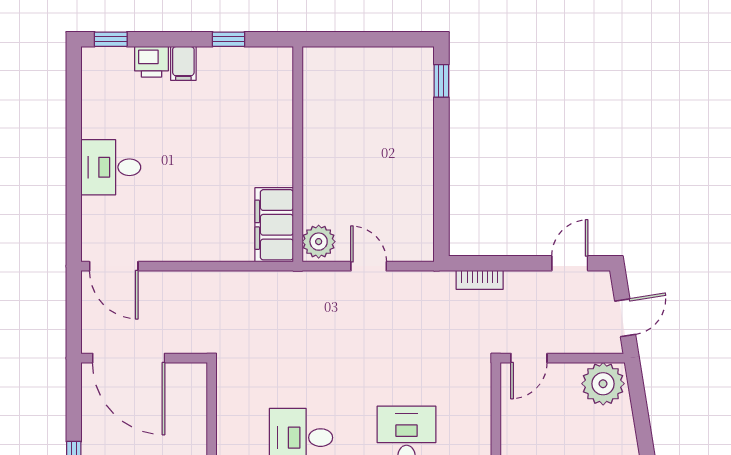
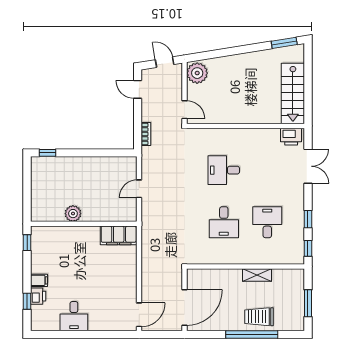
window: (111, 39) -> (27, 301), moved
window: (229, 39) -> (27, 243), moved
desk: (111, 167) -> (74, 316), moved
plant: (319, 242) -> (73, 214), moved

